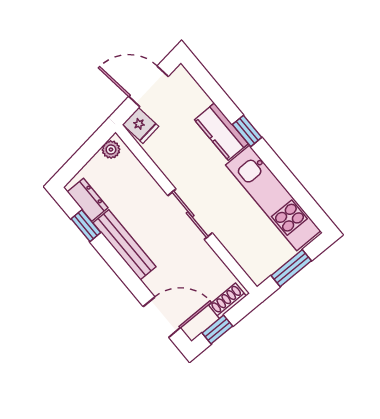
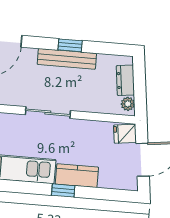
dresser: (88, 200) -> (125, 80), moved, turned 83
window: (86, 226) -> (70, 45), moved

